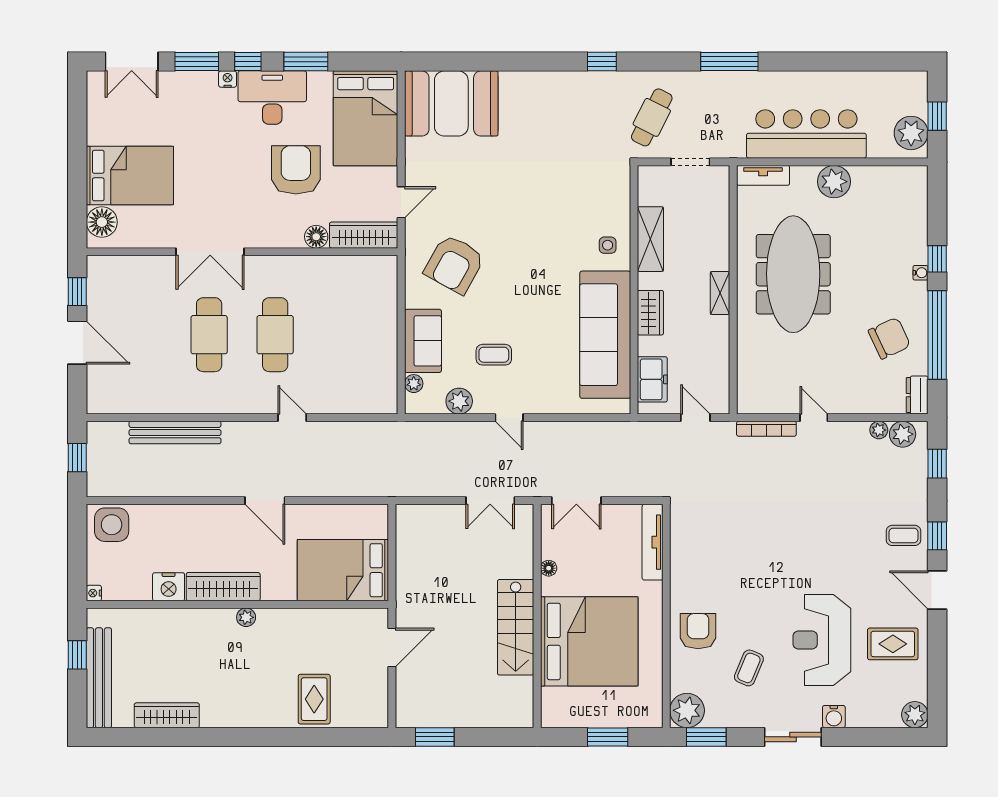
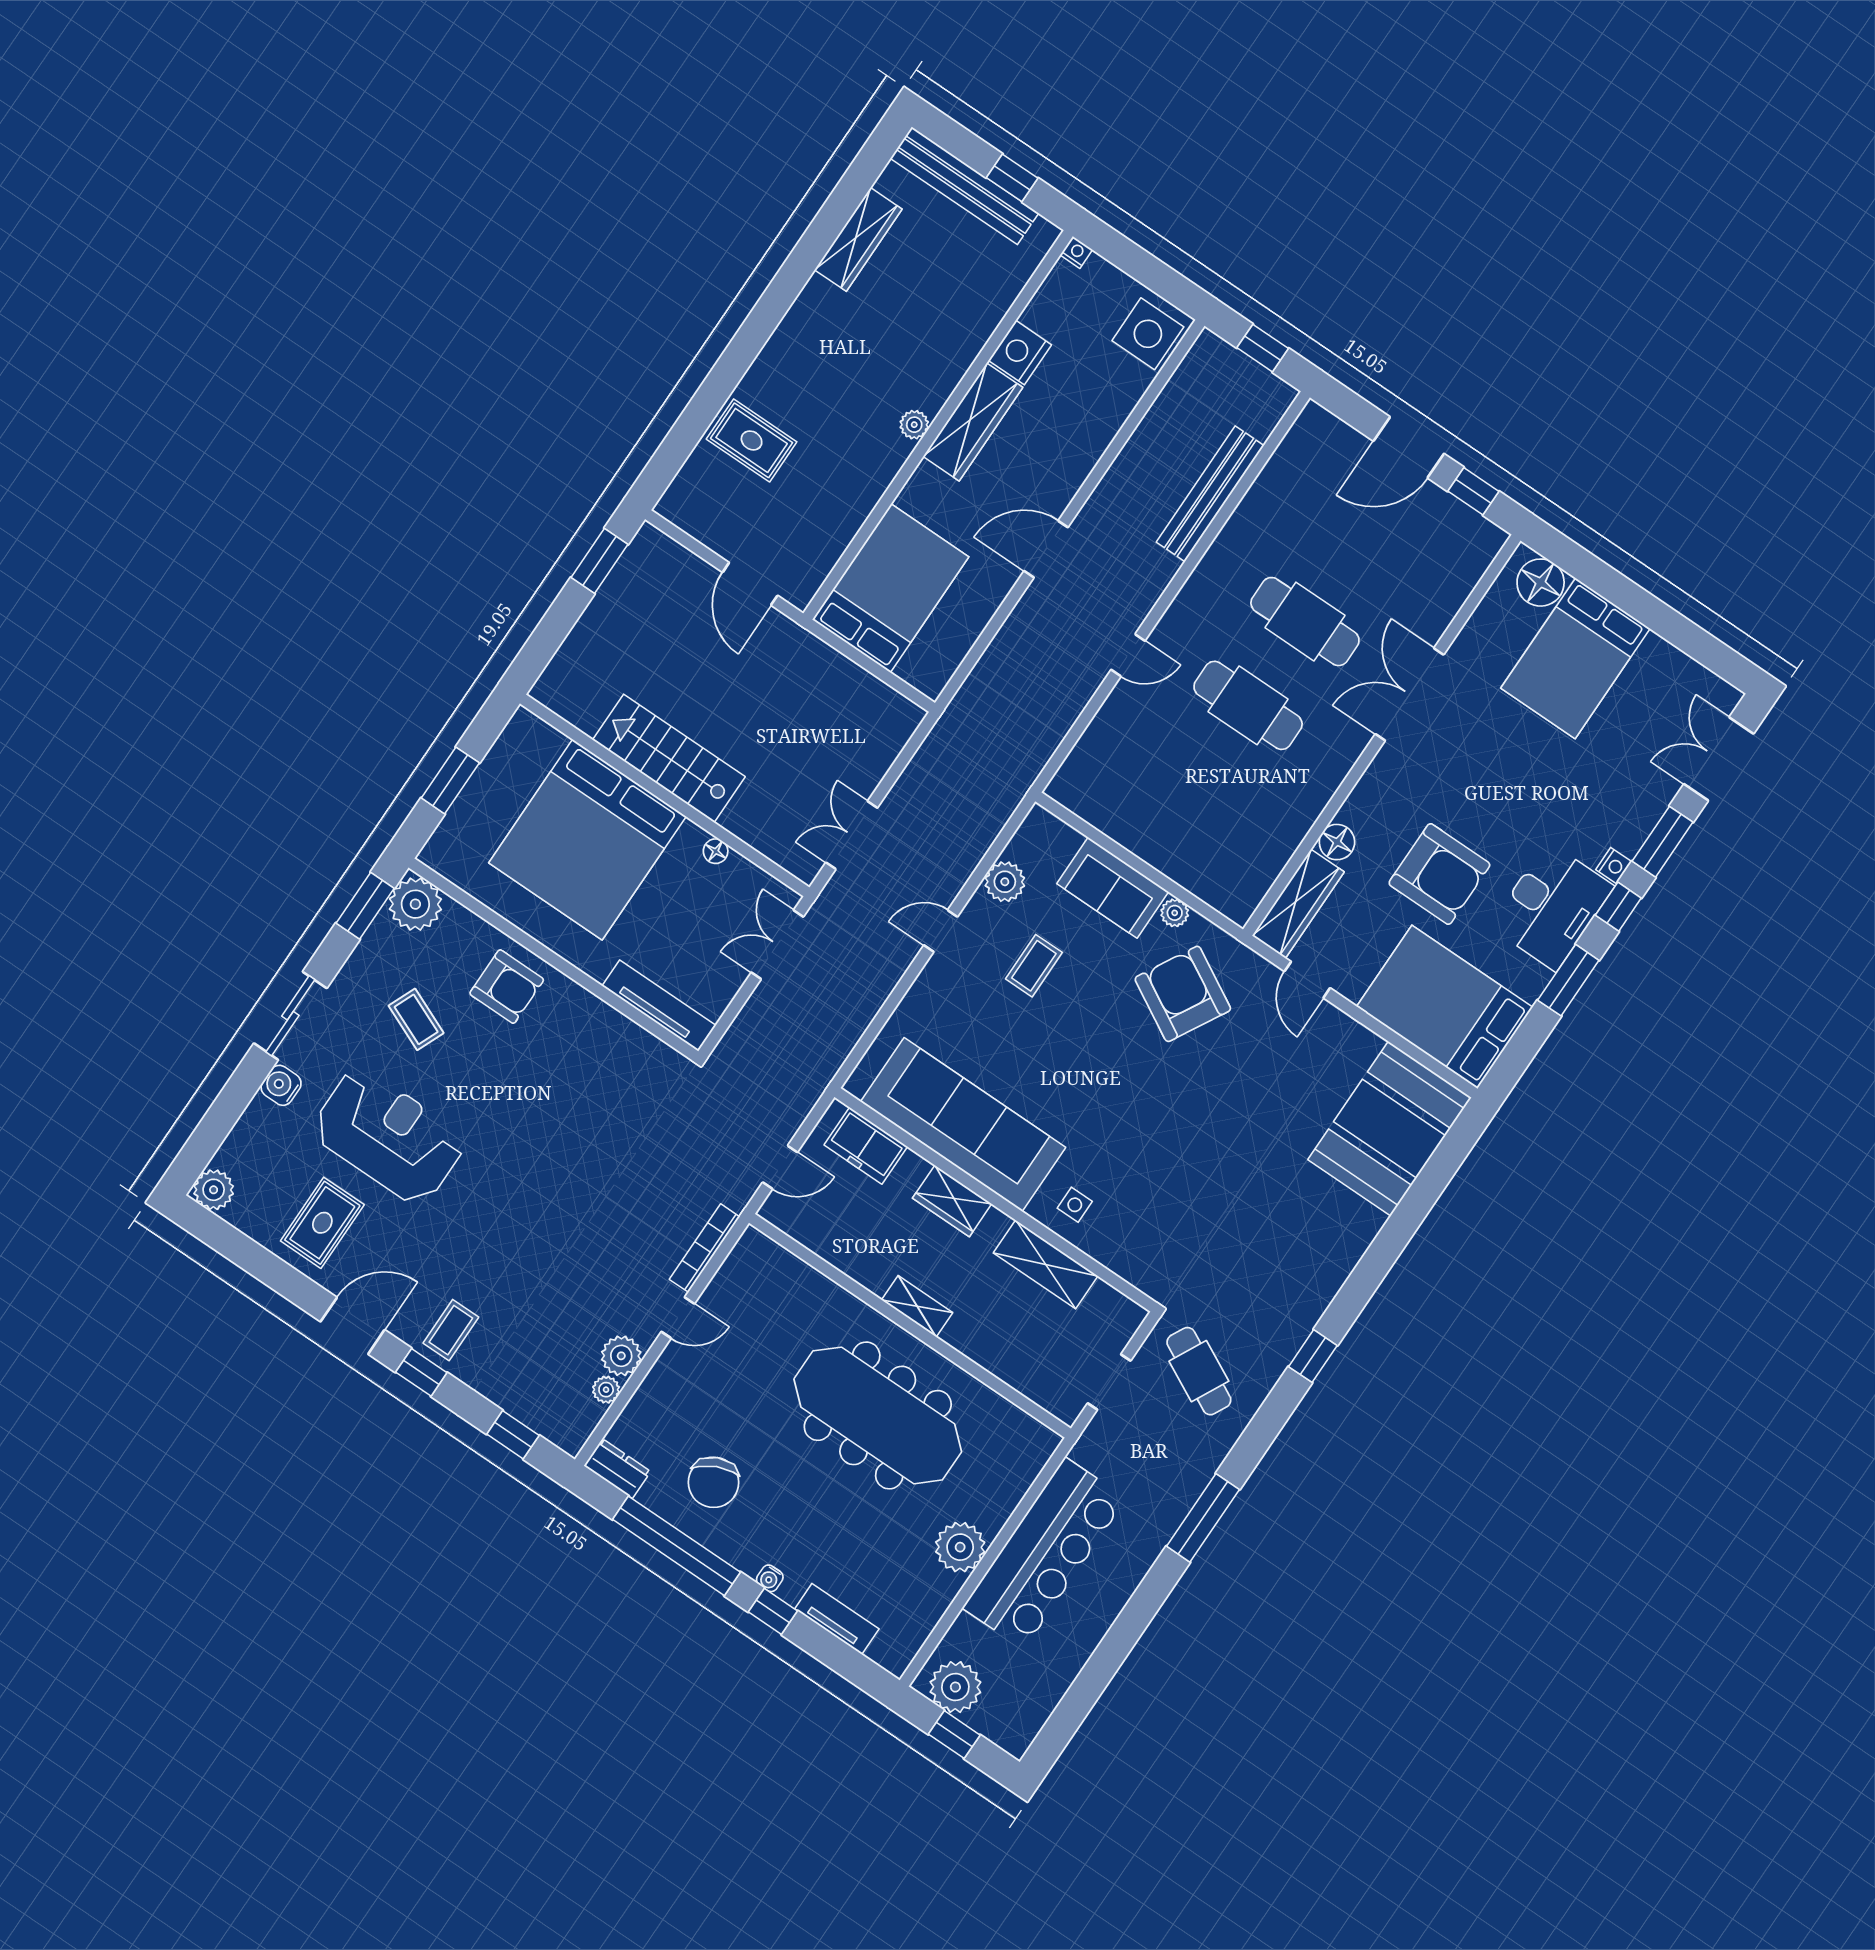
tv unit: (763, 175) -> (837, 1619), moved, turned 90
plant: (414, 384) -> (1175, 913), moved
plant: (903, 434) -> (621, 1356), moved

